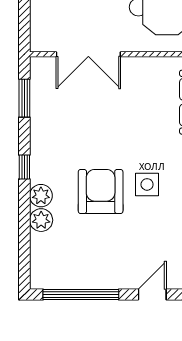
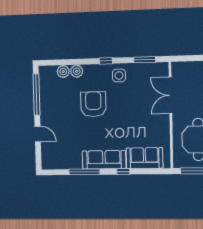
side table: (147, 184) -> (119, 75), moved
armchair: (101, 191) -> (93, 104), turned -90
plant: (41, 196) -> (63, 72), moved

